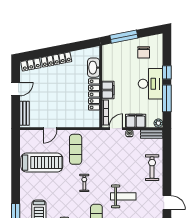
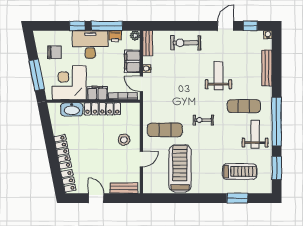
corner desk: (117, 65) -> (69, 83), added
printer: (158, 105) -> (115, 36), added
stool: (67, 113) -> (124, 140), added
door: (50, 129) -> (141, 159), hinge flipped

